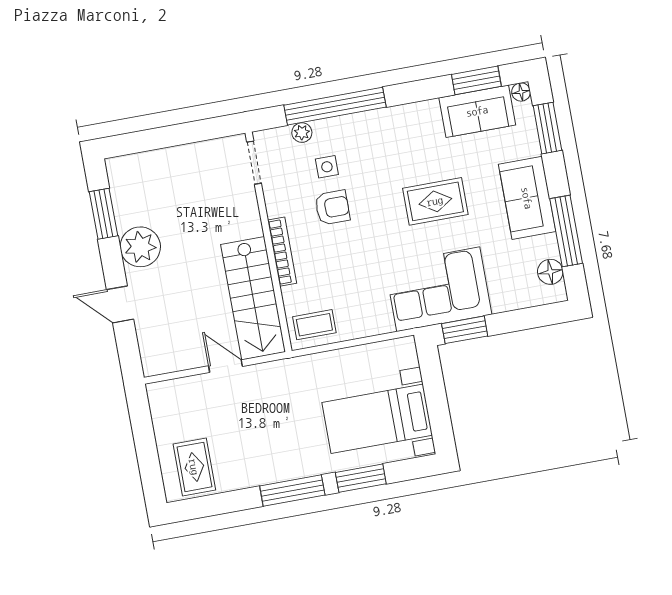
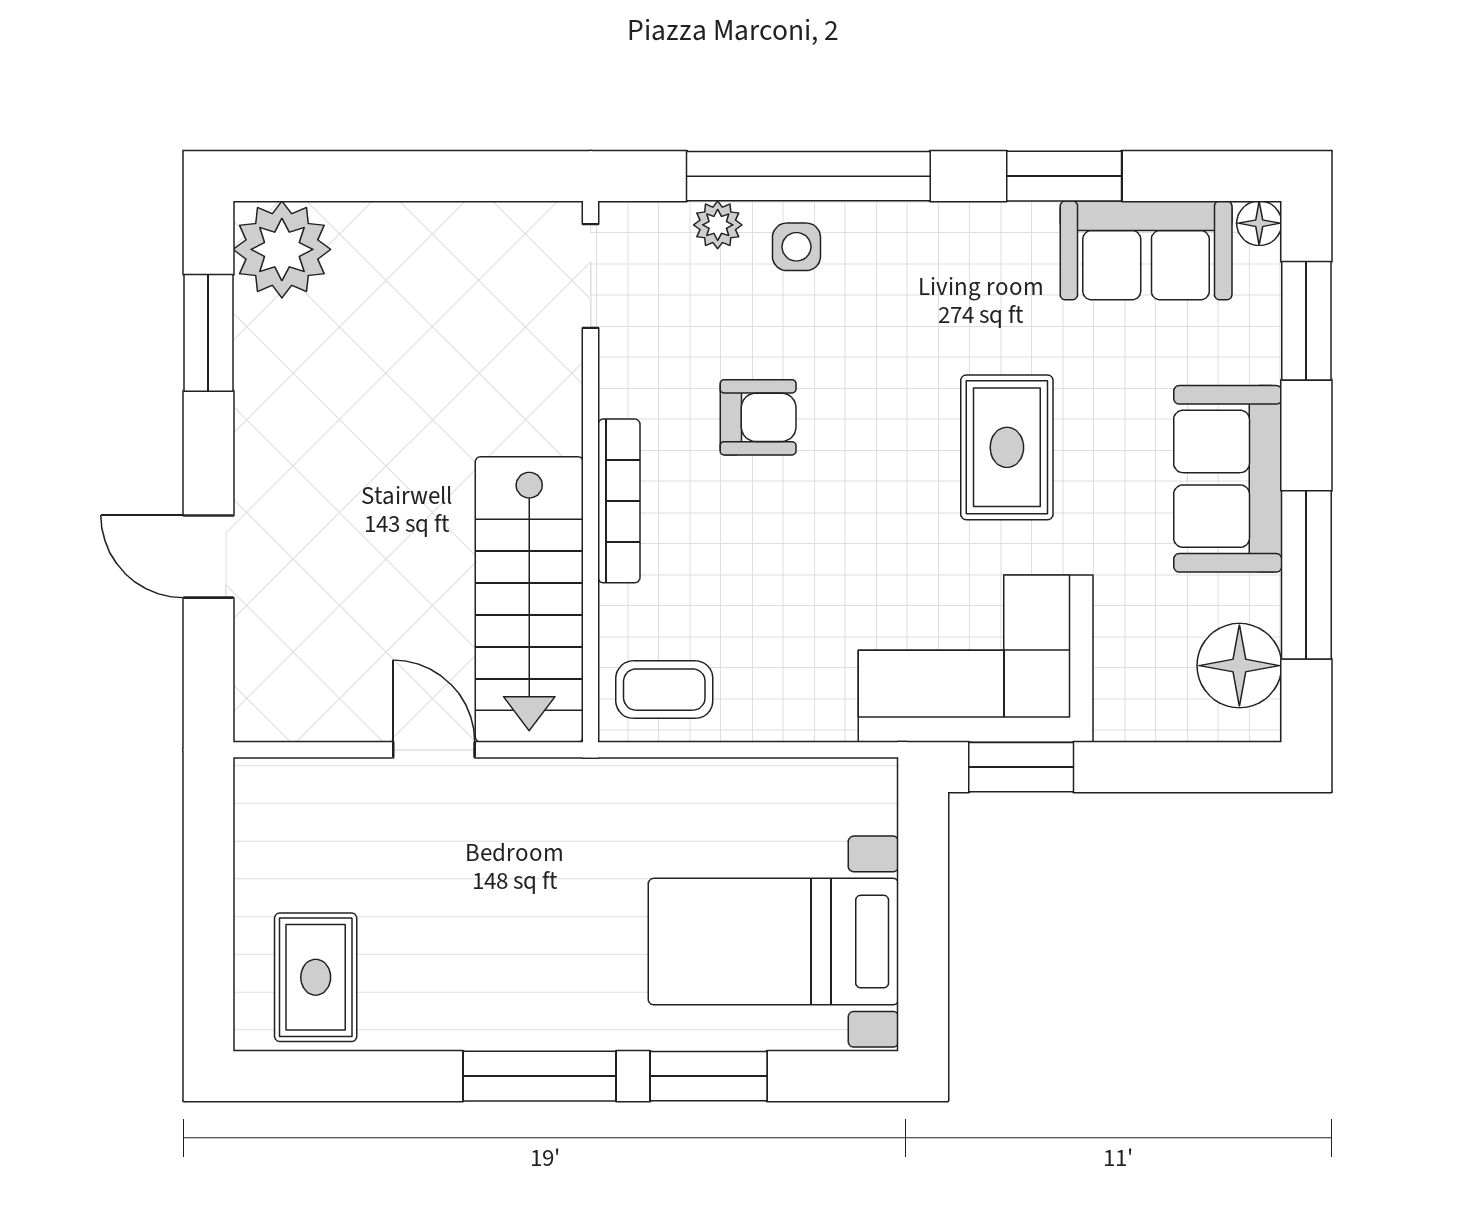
window: (476, 80) -> (1064, 176), moved
side table: (327, 167) -> (796, 247), moved
rug: (435, 201) -> (1007, 447), turned 90
plant: (140, 247) -> (282, 249), moved
floor lamp: (550, 272) -> (1239, 666), width x1.38, depth x1.38

